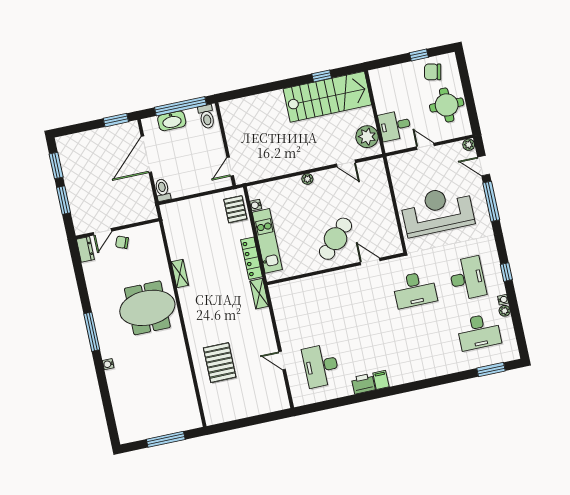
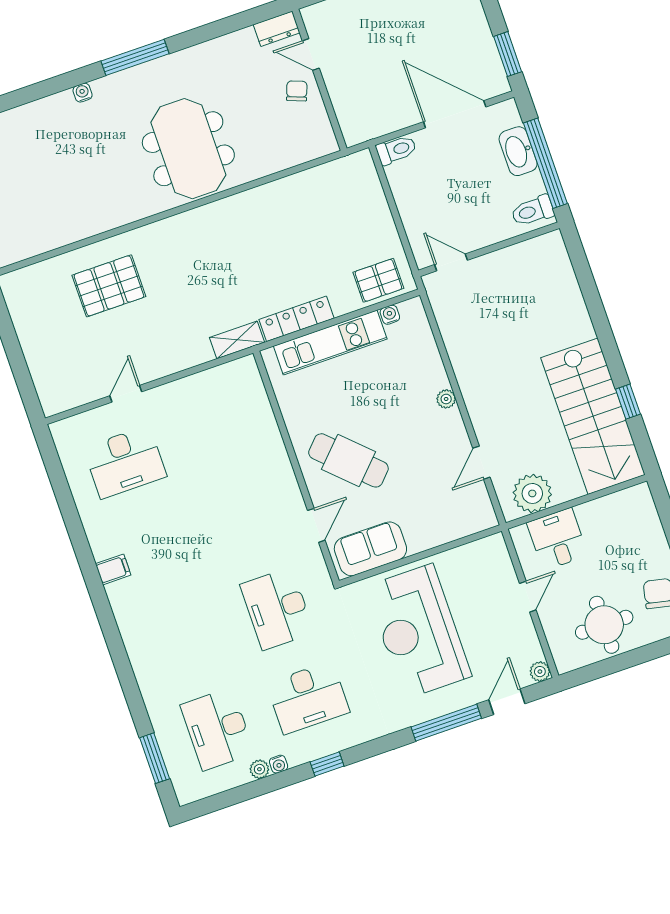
reception desk: (437, 211) -> (418, 631), turned 180
sofa: (387, 232) -> (370, 549), added
shelving: (180, 273) -> (255, 198), removed
desk: (321, 366) -> (125, 462), turned 180
printer: (363, 384) -> (103, 539), removed

